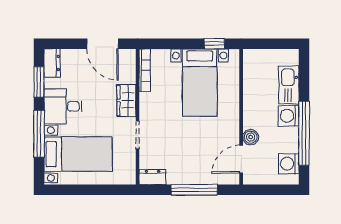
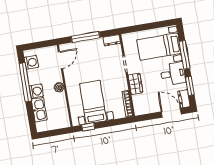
door: (103, 44) -> (171, 113), moved
boiler: (251, 137) -> (59, 87), moved

